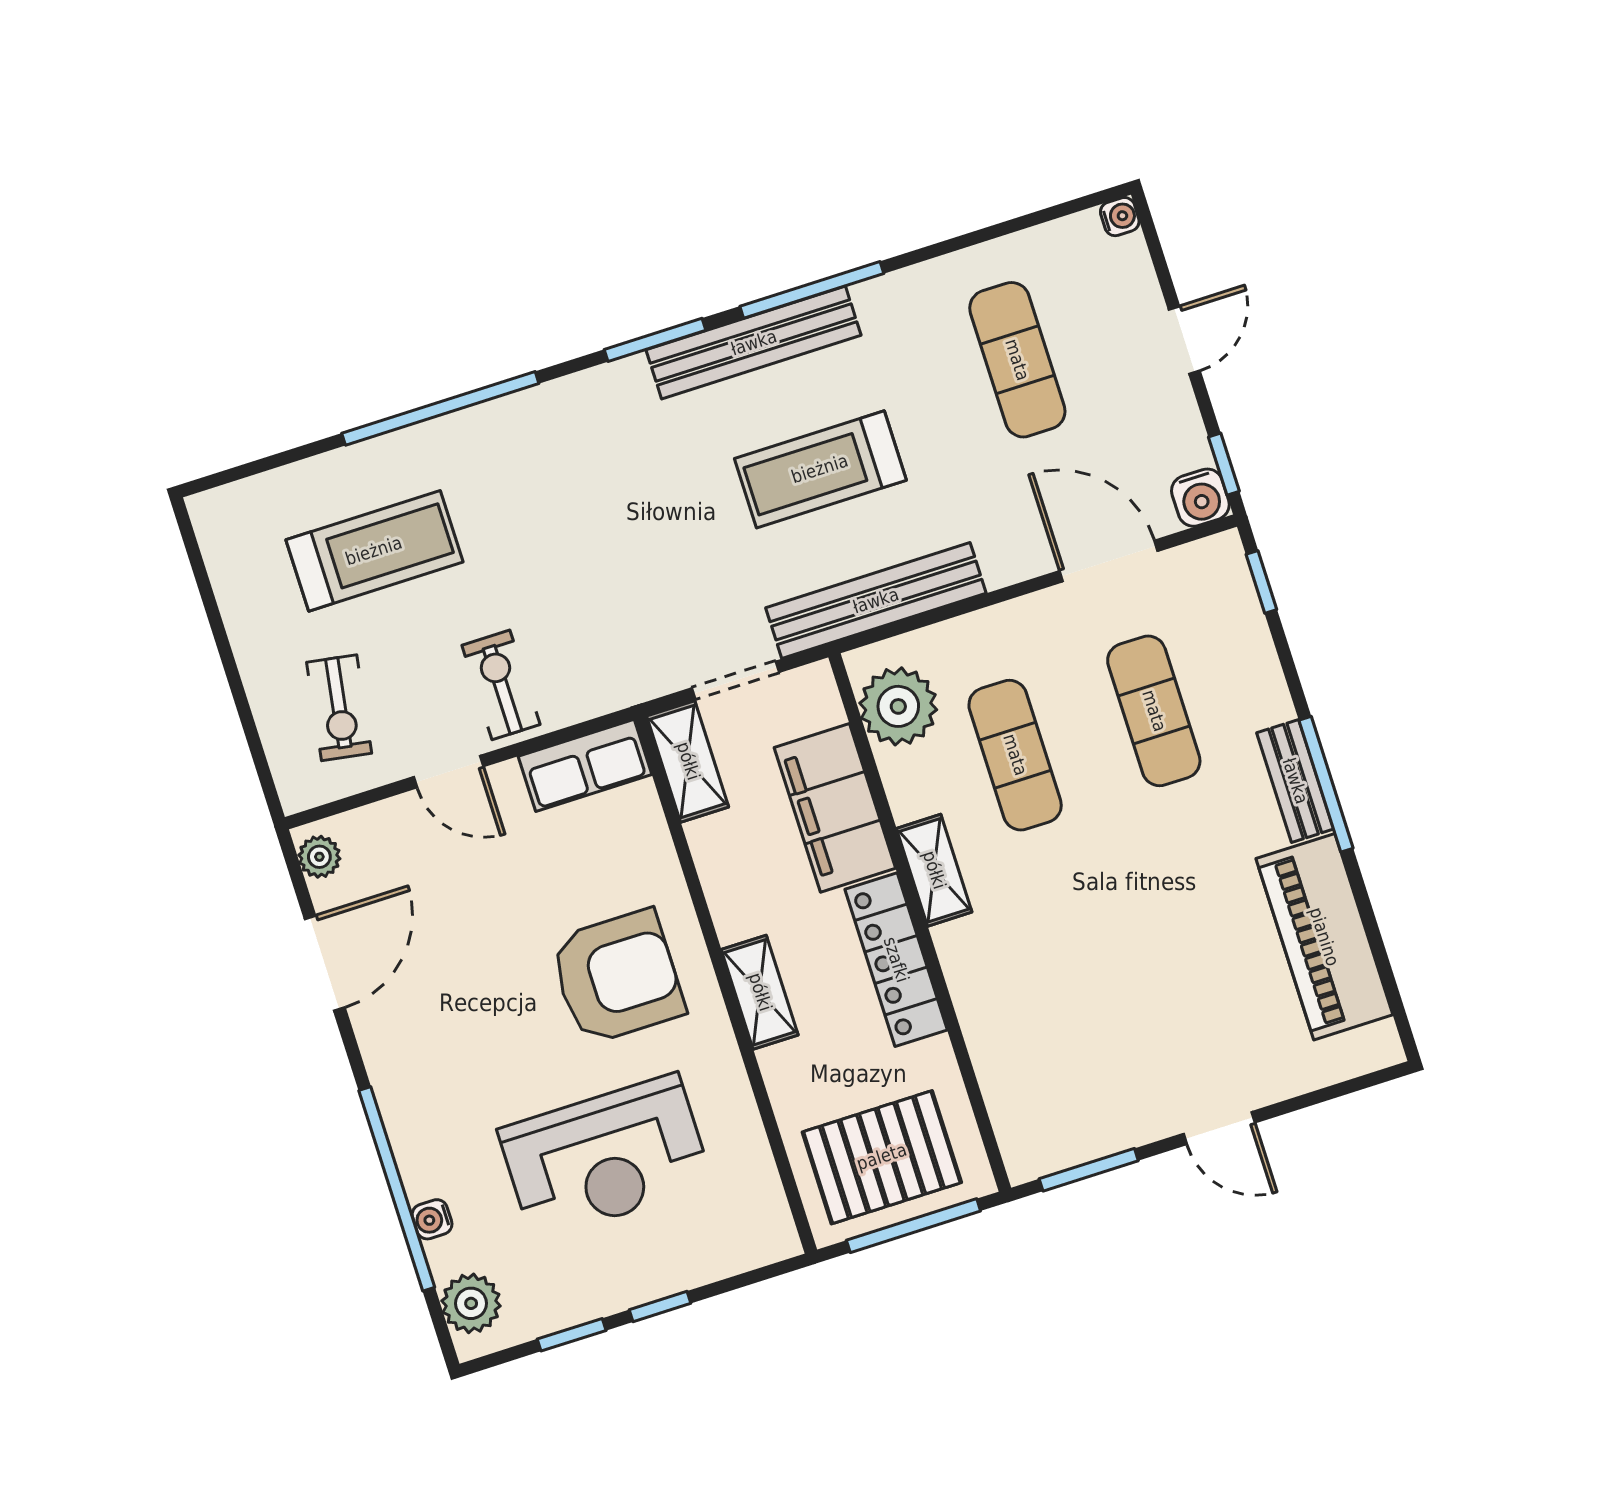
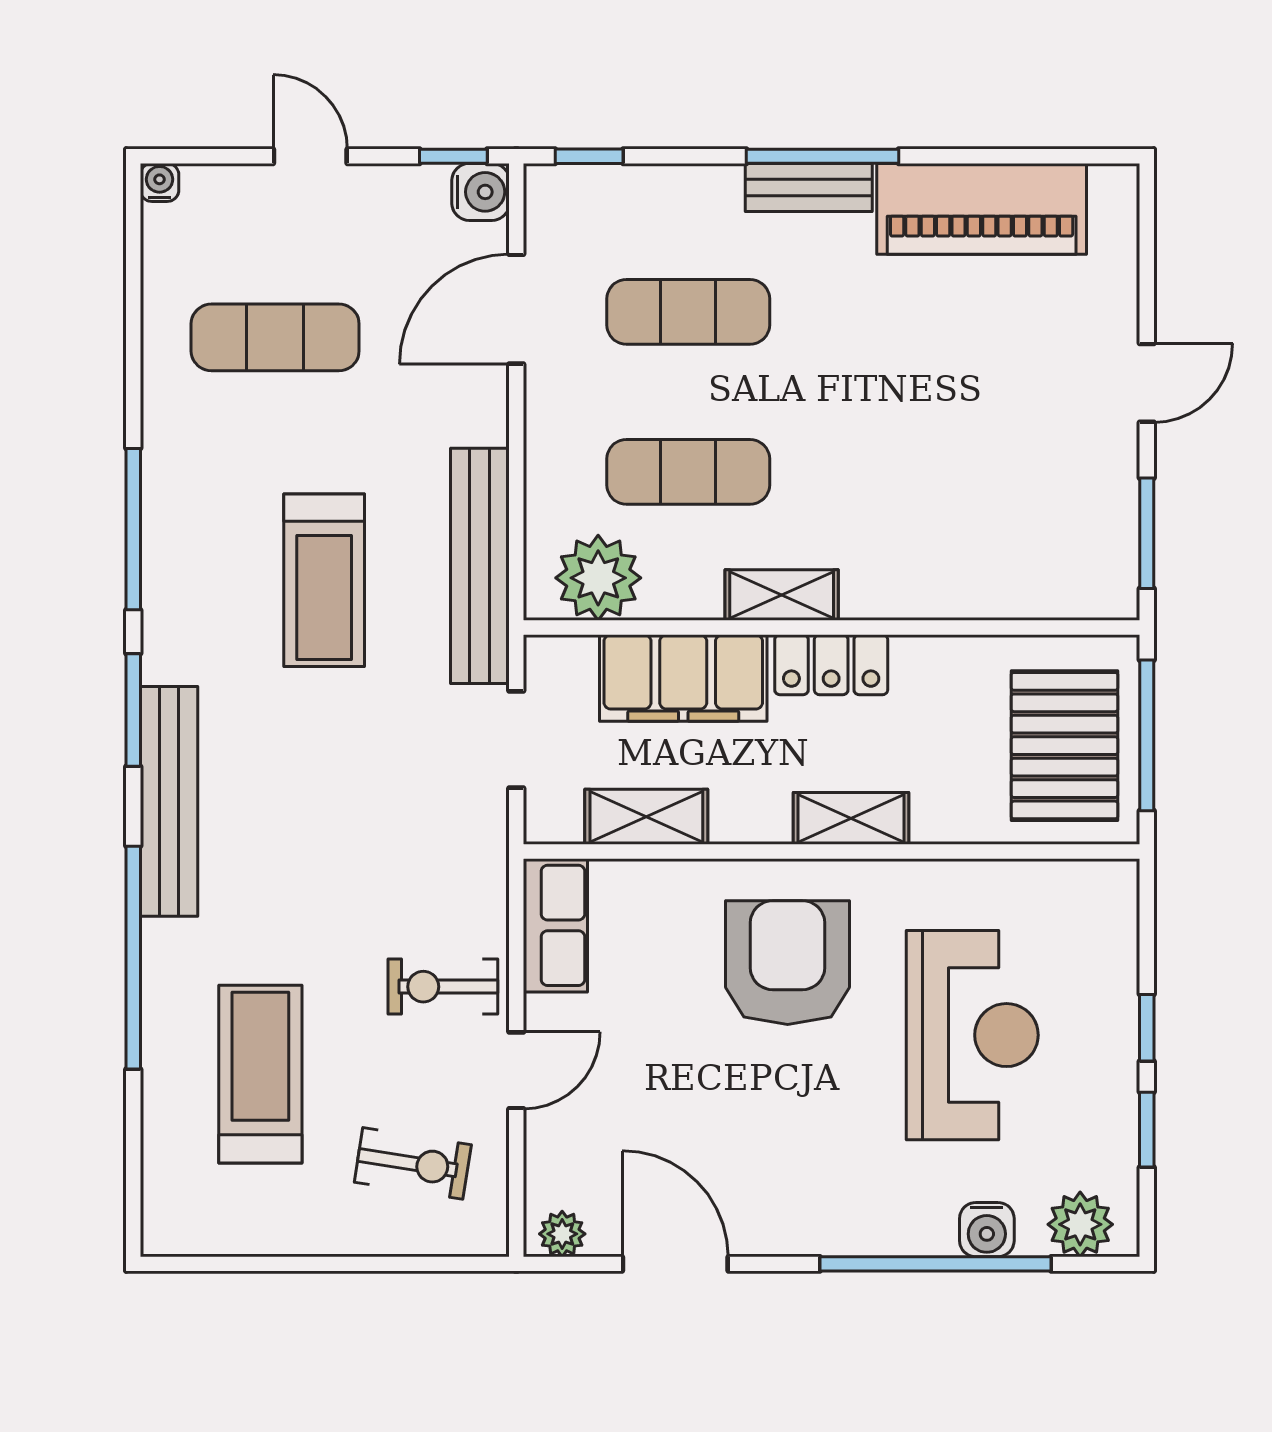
bench: (754, 343) -> (169, 801), moved
shelving: (688, 761) -> (646, 817), moved
locker: (896, 960) -> (831, 665), width x0.66
water cooler: (432, 1219) -> (987, 1230), width x1.38, depth x1.38

